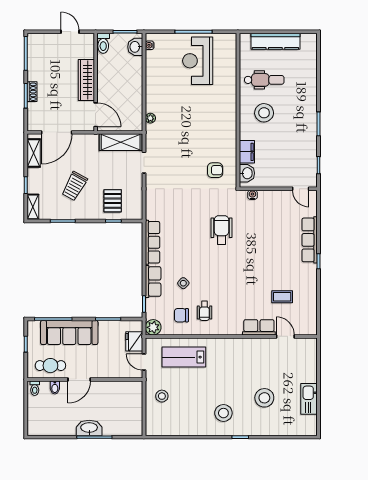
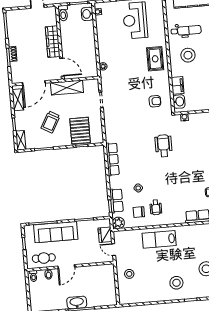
rug: (220, 114) -> (155, 59), added
shelving: (121, 142) -> (67, 88), moved
pallet: (113, 201) -> (80, 131), width x1.50, depth x1.42
row of seats: (153, 282) -> (116, 201), moved
lab bench: (184, 357) -> (159, 239), moved

